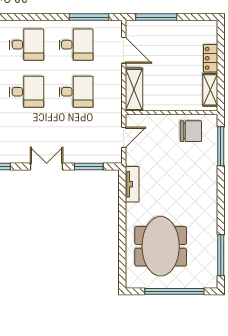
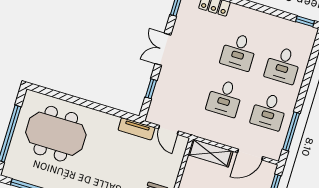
double door: (47, 167) -> (163, 49), swing flipped
window: (89, 167) -> (151, 89), width x0.67
tv unit: (132, 184) -> (137, 129), moved

